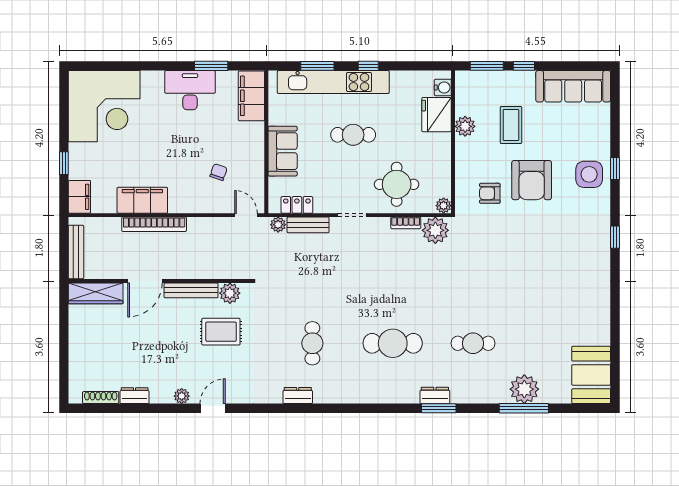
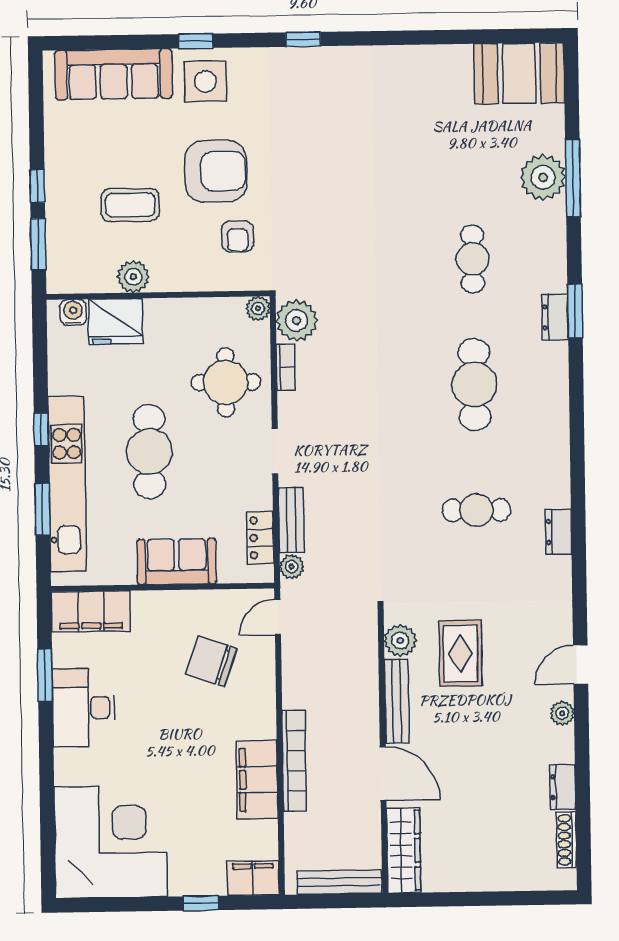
sofa: (573, 86) -> (114, 74), moved, turned 90
cafe table: (353, 135) -> (149, 452), width x1.37, depth x1.35
chair: (219, 172) -> (211, 661), width x1.87, depth x1.87
door: (213, 408) -> (581, 665), hinge flipped

